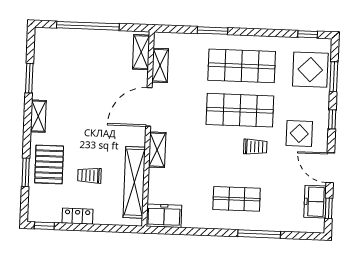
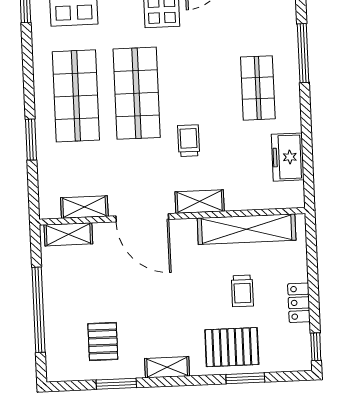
pallet: (61, 71) -> (103, 341), added
trolley: (255, 147) -> (189, 141), moved
freezer: (164, 216) -> (288, 157), moved

